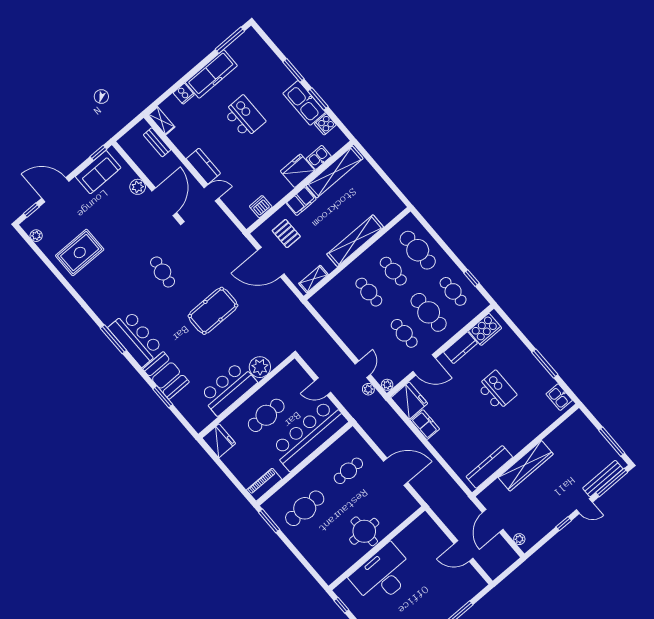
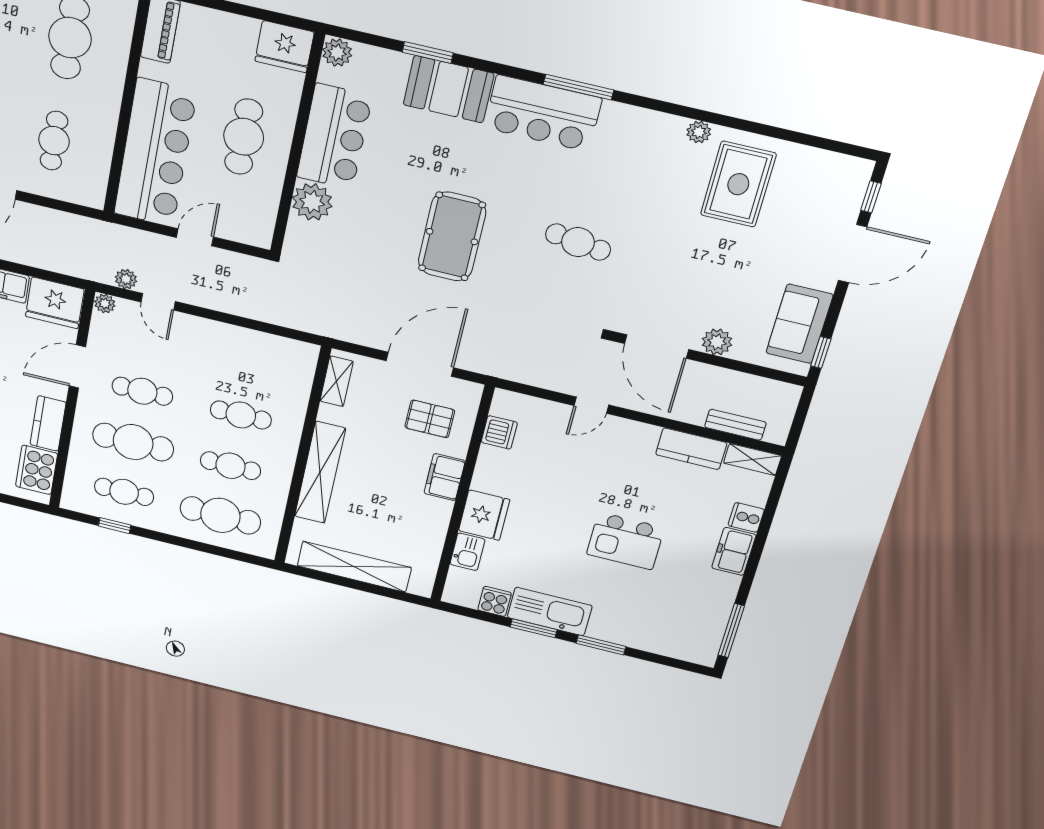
freezer: (211, 74) -> (734, 551), width x0.52, depth x0.79
kitchen counter: (203, 166) -> (691, 449), moved
shelving: (335, 172) -> (354, 567), moved, turned 90
plant: (36, 236) -> (699, 132), moved
plant: (199, 423) -> (337, 53), added

